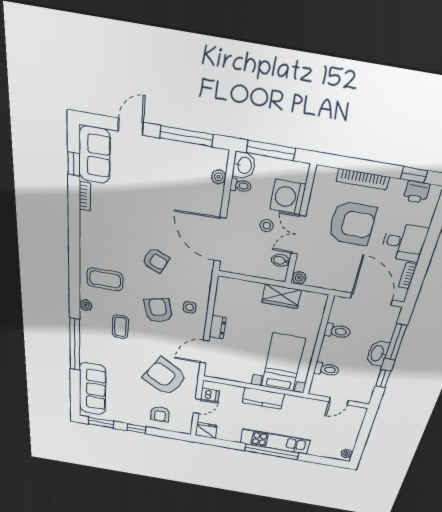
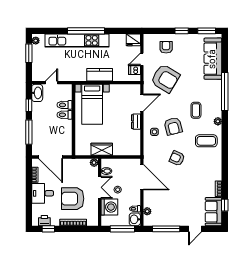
toilet: (337, 331) -> (65, 115), moved
washbasin: (378, 353) -> (37, 93), moved
window: (361, 441) -> (29, 53), added
kitchen unit: (275, 442) -> (77, 40), width x1.36

